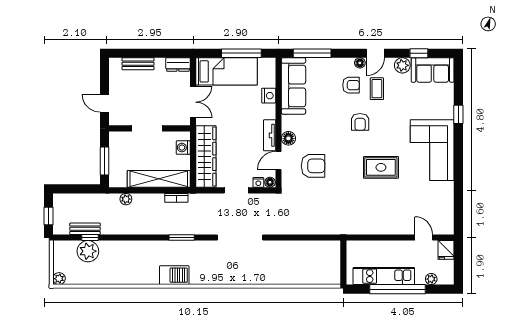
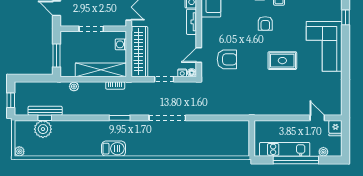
tv unit: (270, 135) -> (191, 22), moved
floor lamp: (288, 138) -> (207, 37), removed
bench: (85, 229) -> (45, 111), width x1.36

